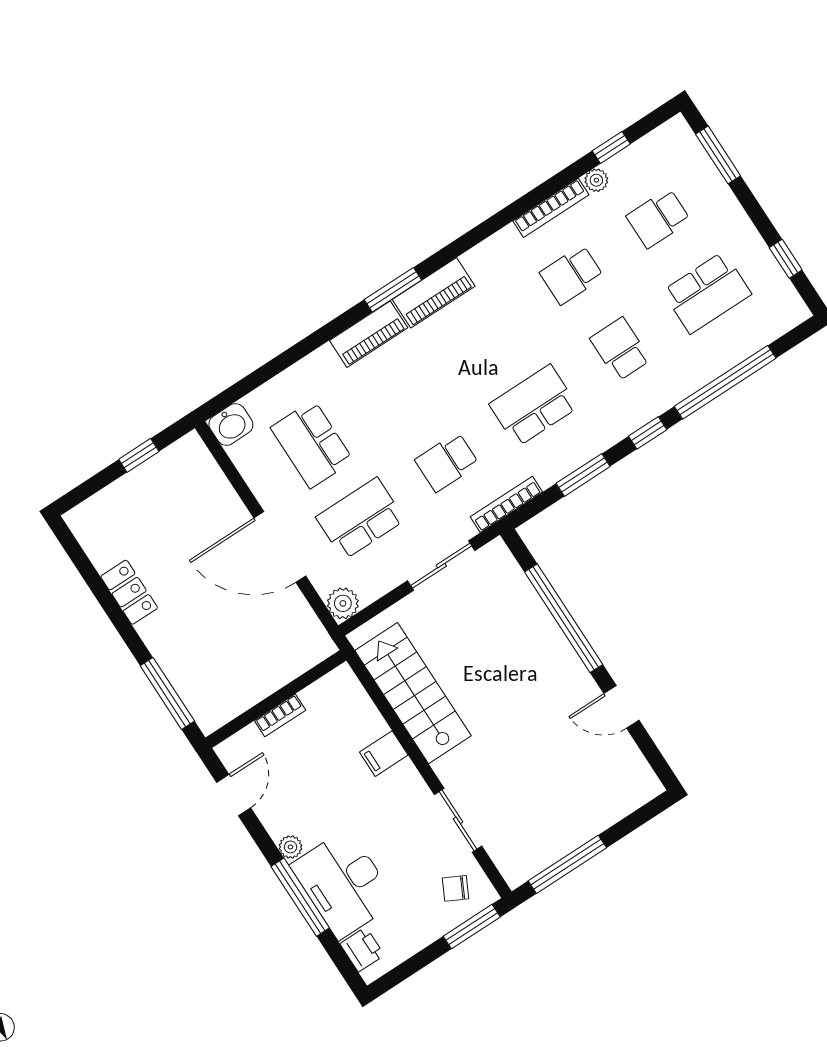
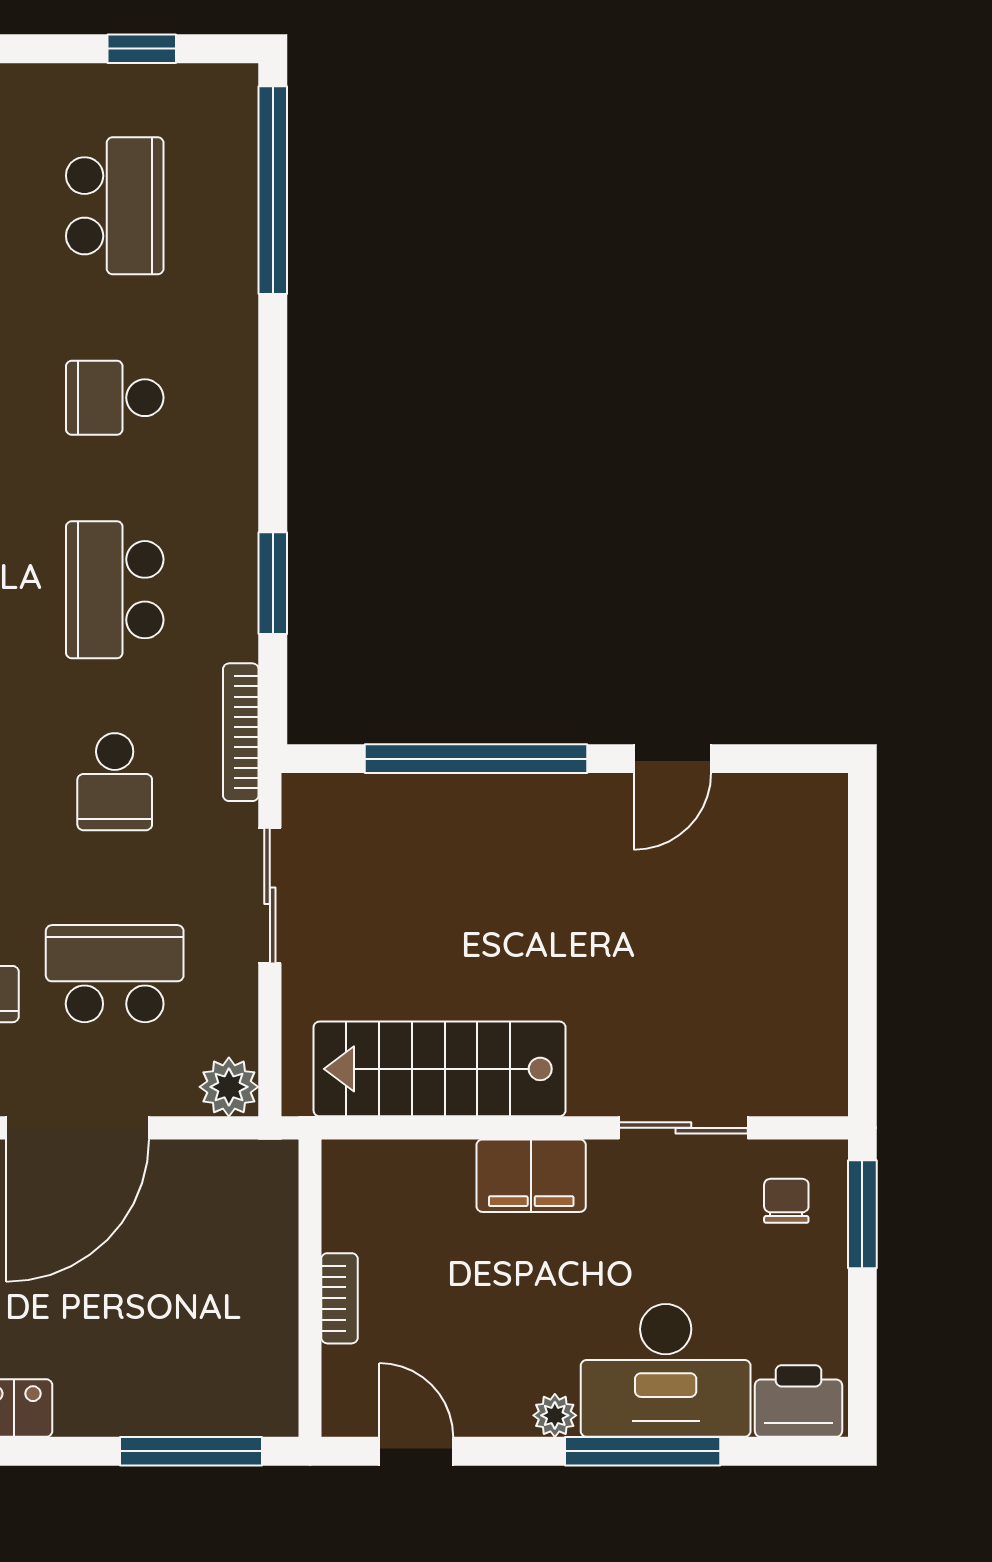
window: (725, 382) -> (273, 190), moved
window: (648, 433) -> (273, 440), removed
school desk: (360, 519) -> (115, 974), turned 90
filing cabinet: (384, 754) -> (531, 1176), width x2.00
window: (567, 864) -> (862, 1002), removed
chair: (455, 888) -> (786, 1201), turned 153
printer: (362, 950) -> (798, 1401), width x1.36, depth x1.24

